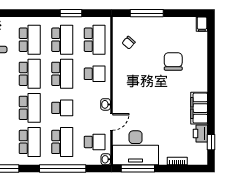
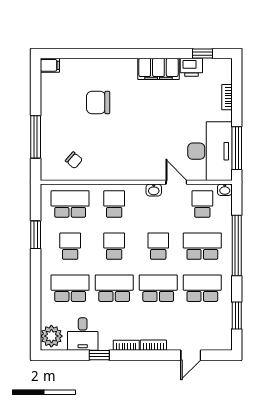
school desk: (62, 40) -> (70, 246), width x0.54
school desk: (62, 74) -> (114, 246), width x0.54

